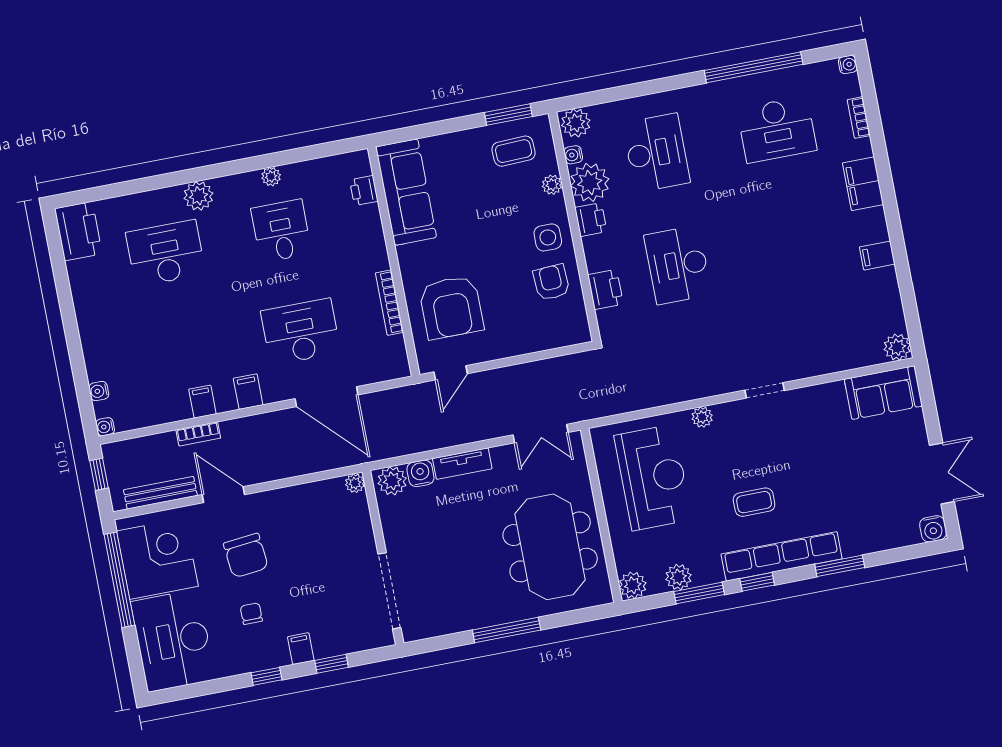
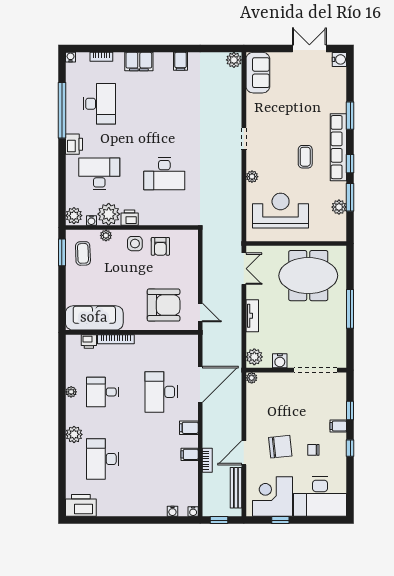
armchair: (551, 282) -> (160, 246), turned -87
printer: (605, 289) -> (74, 144), moved, turned 90
bookcase: (389, 303) -> (116, 339), moved
water cooler: (420, 473) -> (280, 361), moved, turned -90
window: (119, 580) -> (280, 520), width x0.32
plant: (633, 585) -> (339, 234), removed

